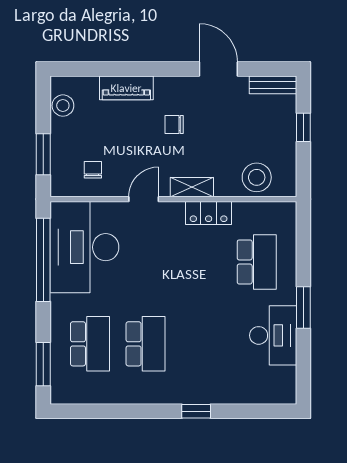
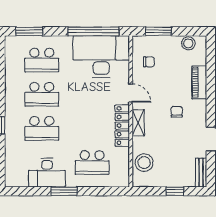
locker: (209, 213) -> (122, 126), width x1.53
school desk: (201, 344) -> (42, 128), added

